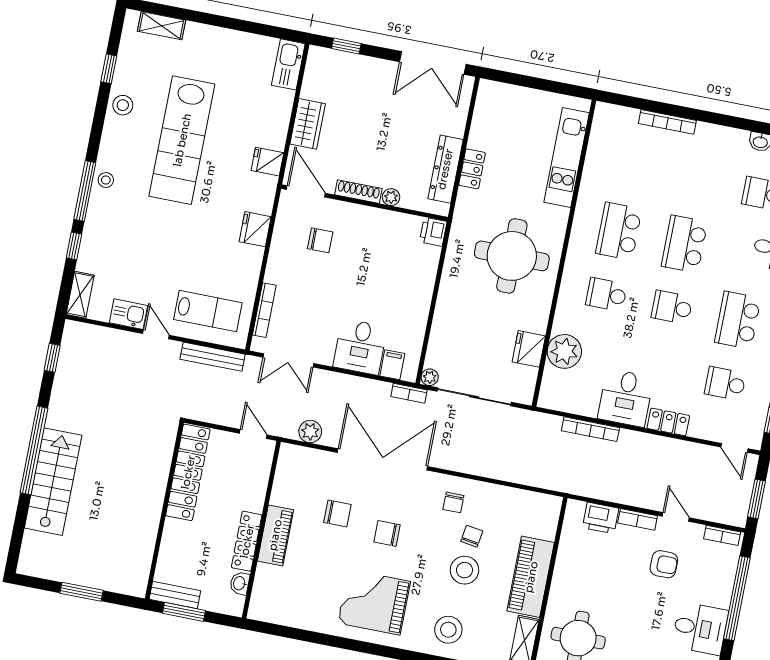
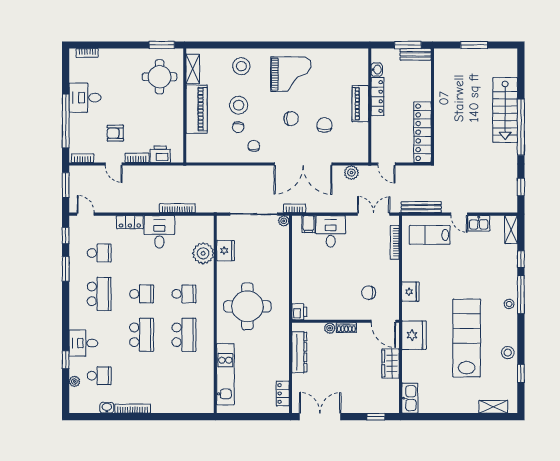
bookcase: (667, 122) -> (133, 409), moved
fridge: (267, 162) -> (414, 335), width x1.88, depth x1.34
locker: (472, 169) -> (283, 393), moved
shoe rack: (358, 192) -> (346, 328), width x0.70
chair: (337, 513) -> (325, 125), turned 90

